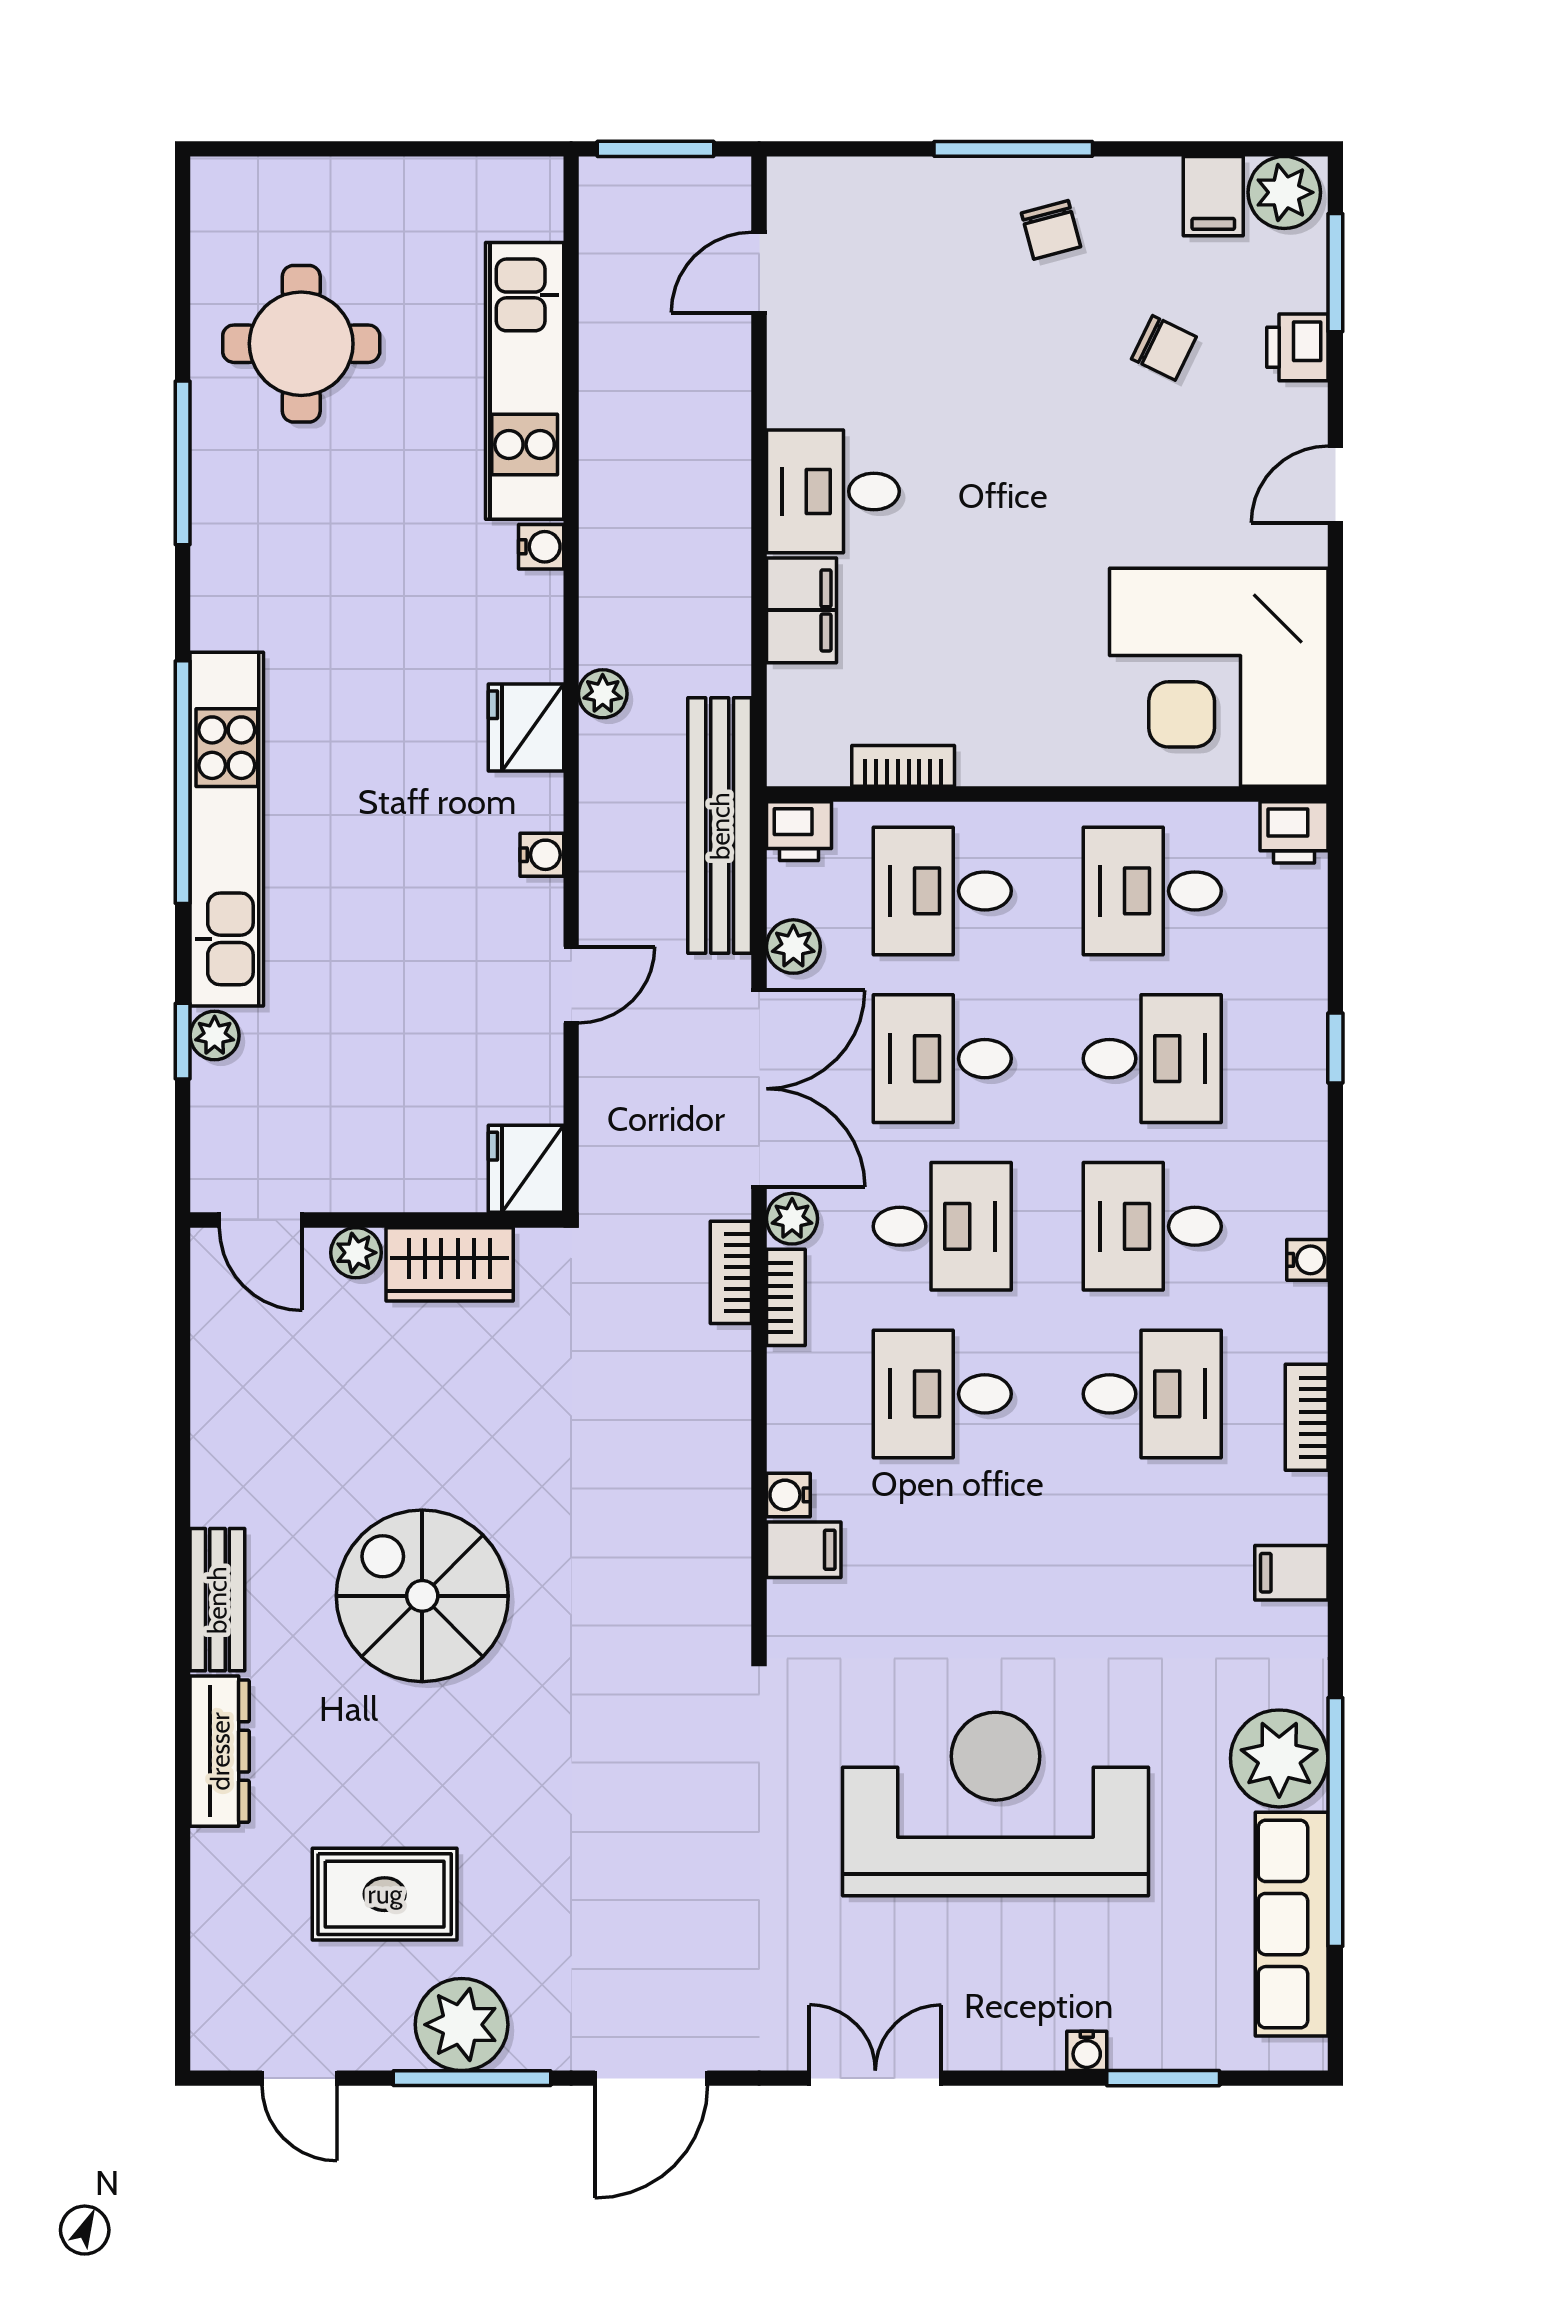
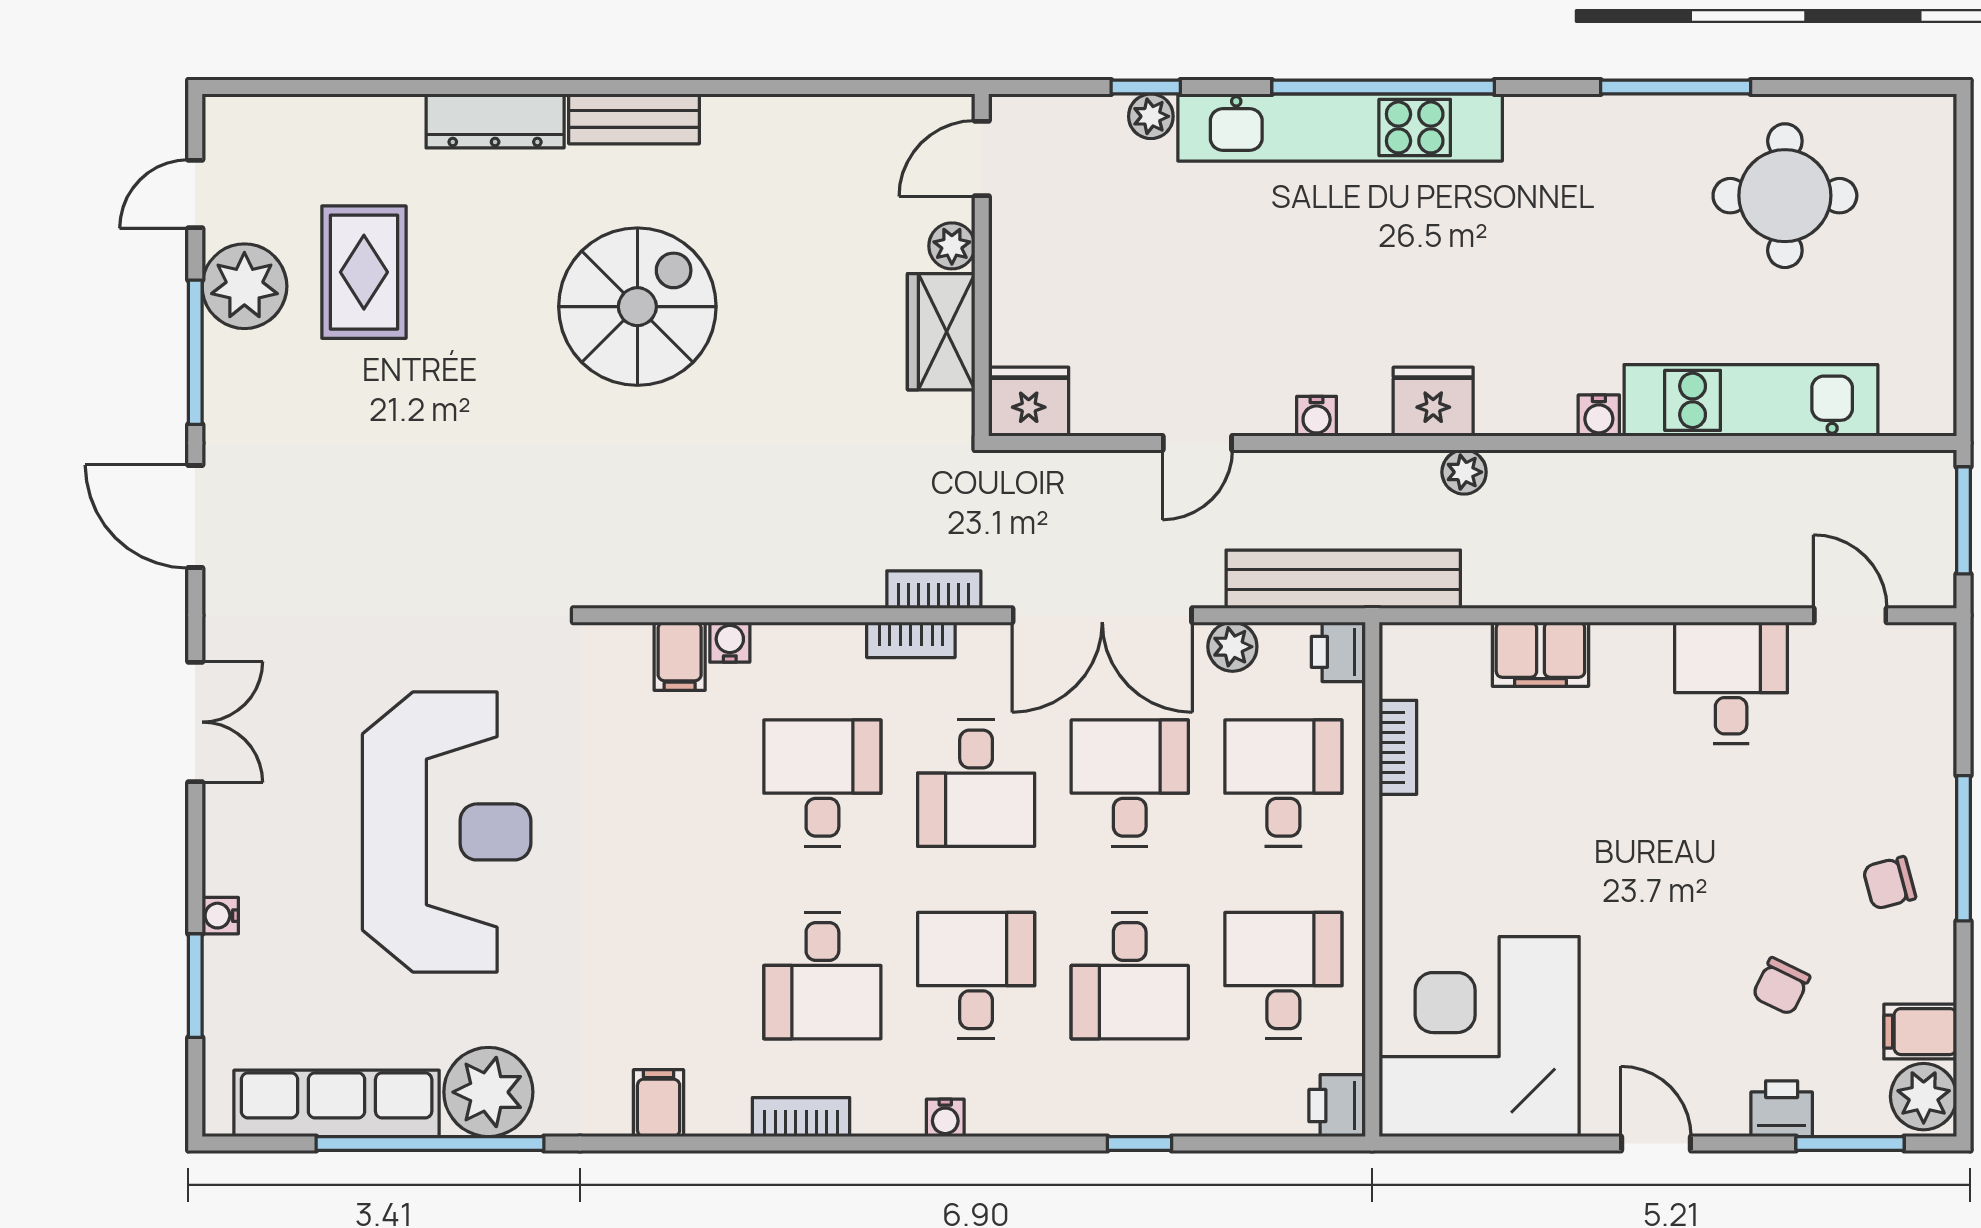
desk: (833, 491) -> (1731, 683), moved
door: (571, 985) -> (1197, 443), hinge flipped
plant: (792, 1219) -> (983, 646), removed
plant: (462, 2025) -> (244, 286), moved

